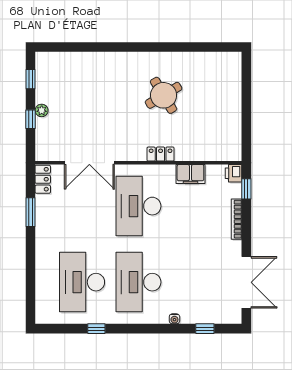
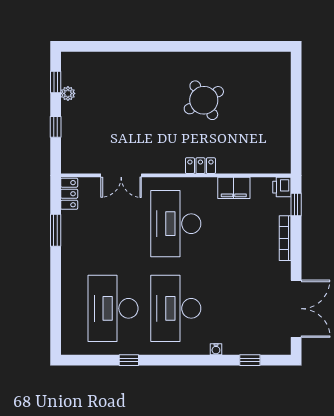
plant: (42, 110) -> (68, 93), moved
double door: (89, 163) -> (121, 175), width x0.73

